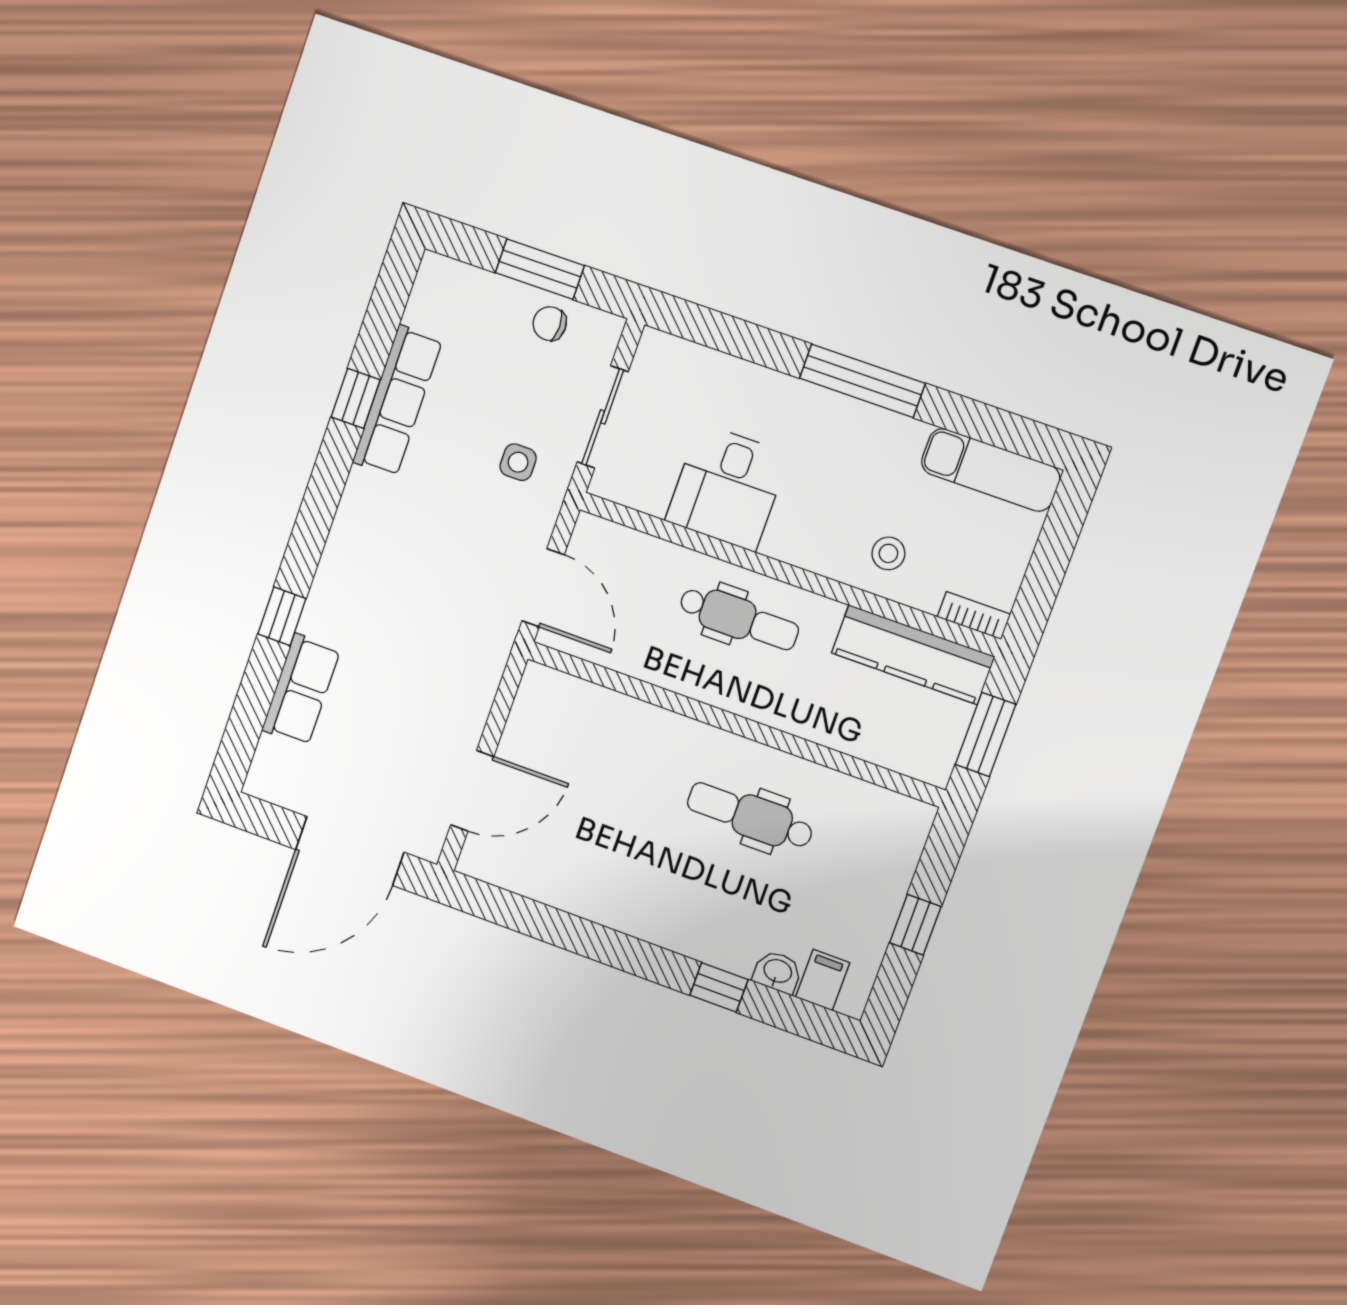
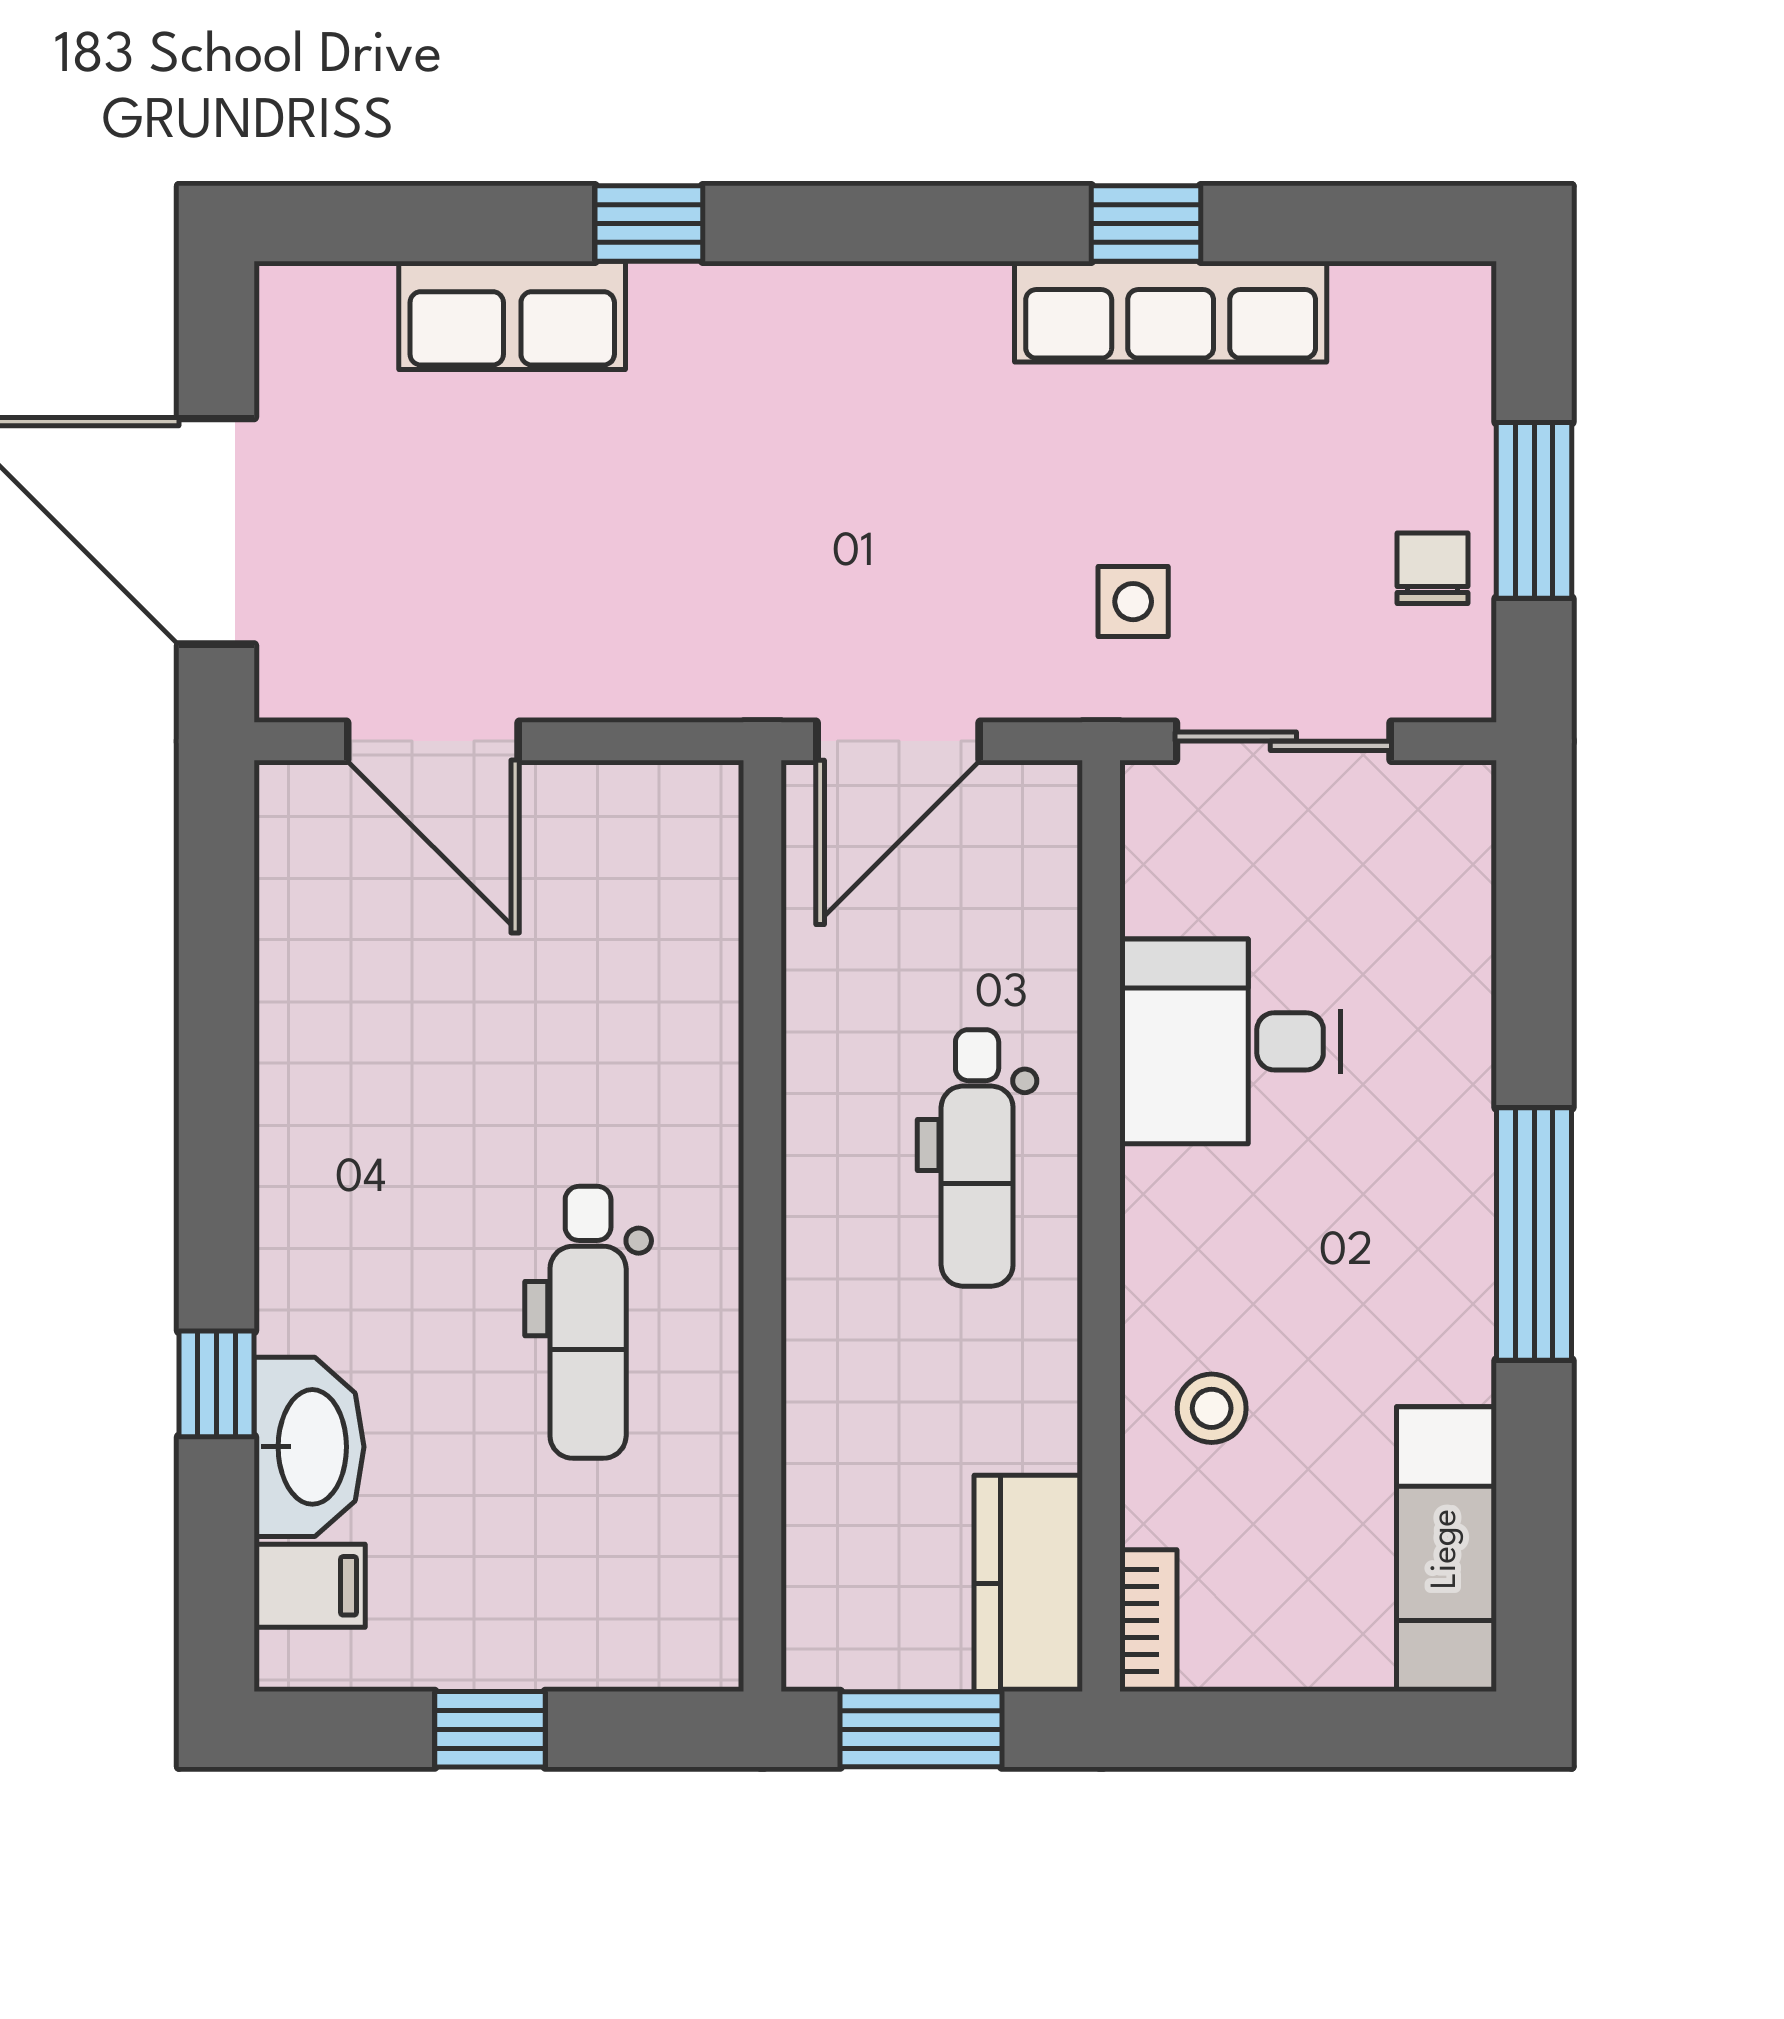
kitchen counter: (913, 655) -> (1028, 1583), width x0.67
dental chair: (750, 816) -> (588, 1322), turned 180
washbasin: (777, 972) -> (309, 1447), width x1.91, depth x1.45

